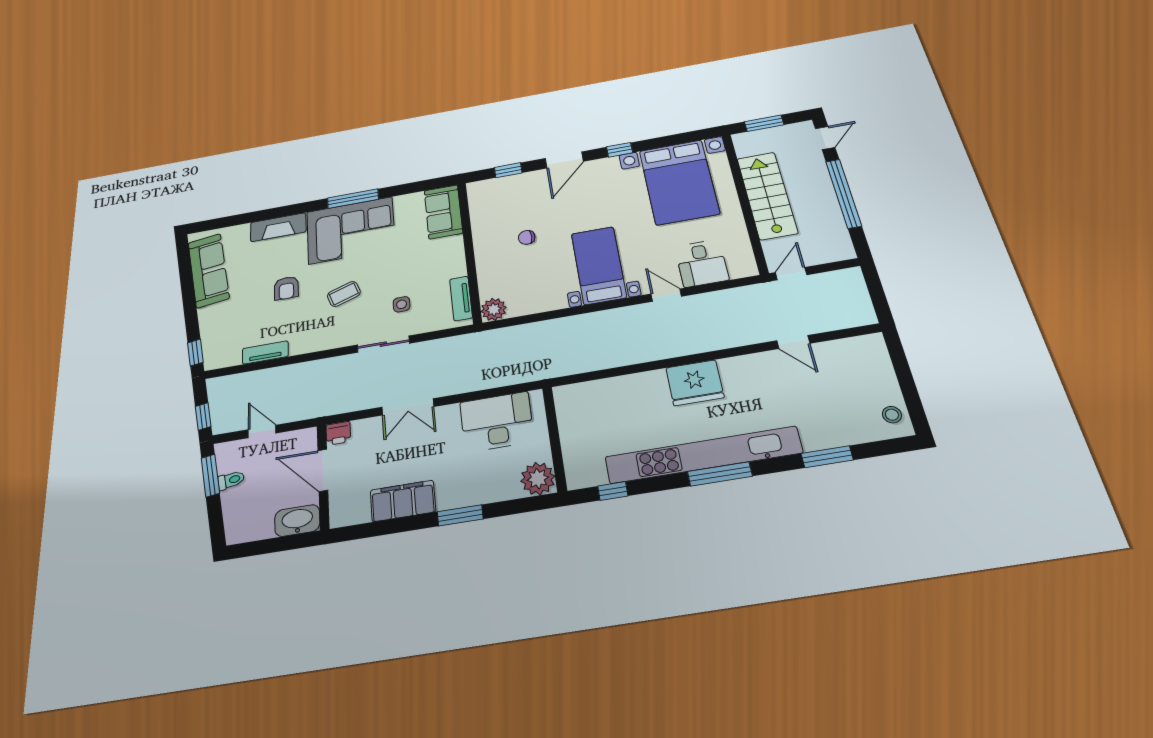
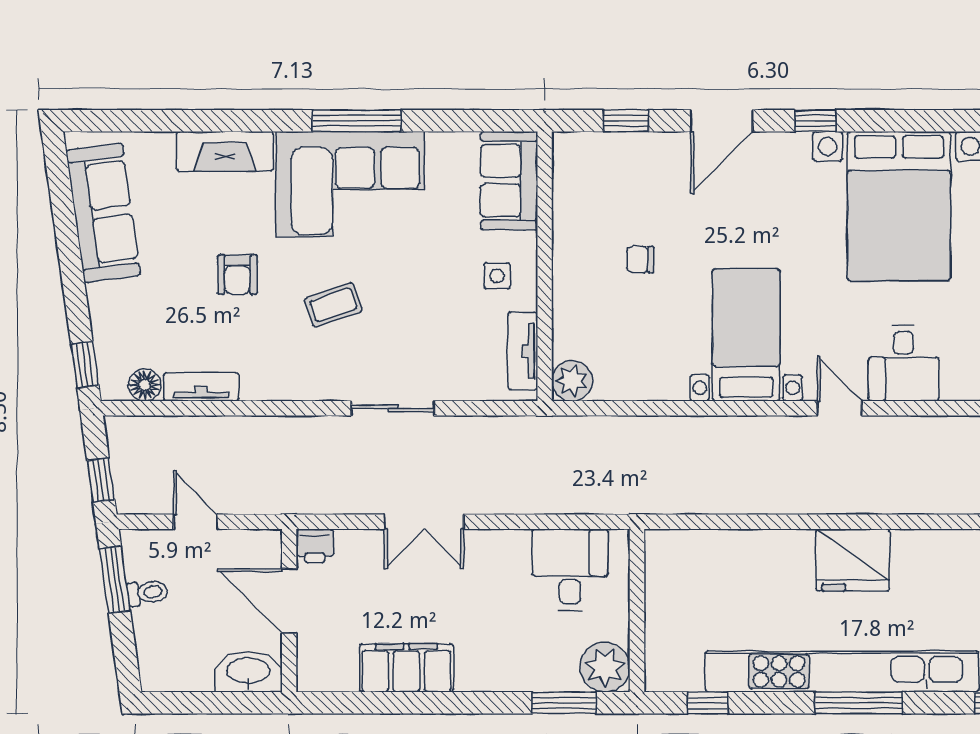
side table: (402, 304) -> (497, 276), moved
floor lamp: (231, 357) -> (145, 385), added
desk: (497, 422) -> (570, 570), width x0.73
window: (460, 515) -> (564, 703), moved

